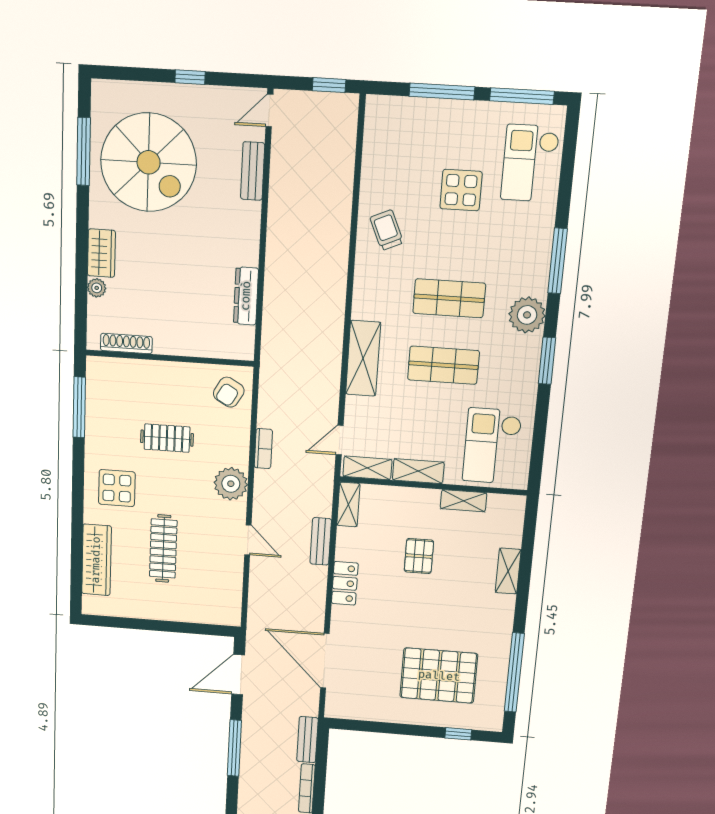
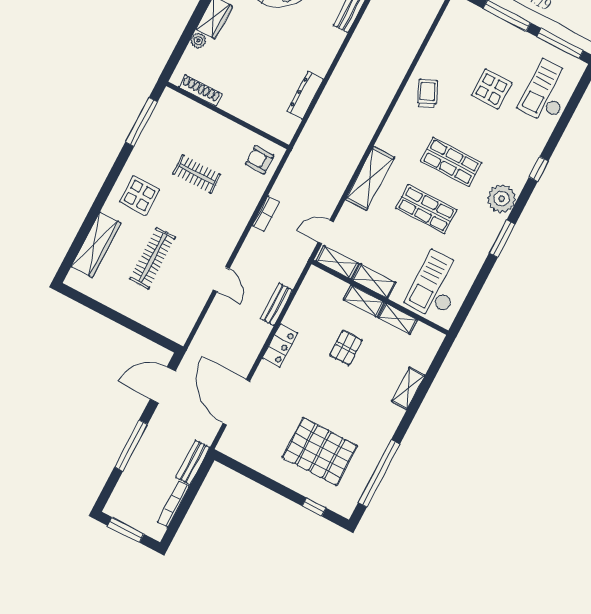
window: (557, 261) -> (539, 169), width x0.46
armchair: (229, 392) -> (260, 160), turned 60
plant: (231, 484) -> (229, 230), removed
shelving: (348, 505) -> (364, 301), moved, turned 90

